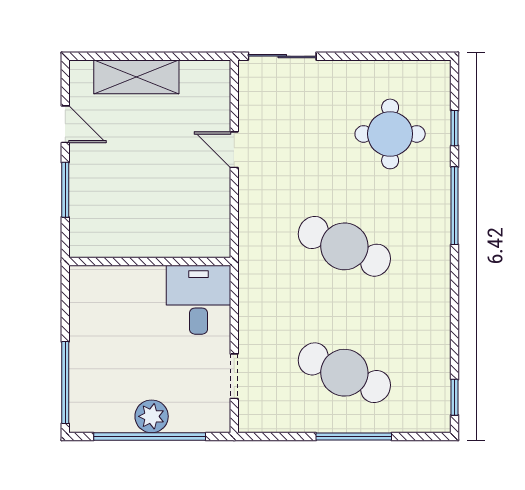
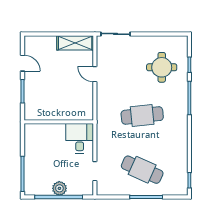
shelving: (136, 77) -> (75, 43), moved
cafe table: (344, 246) -> (142, 115), turned -30

